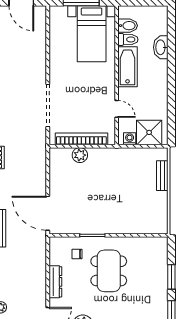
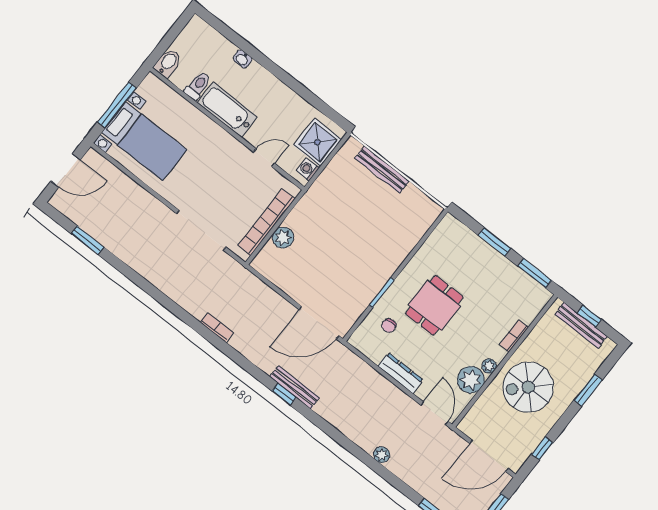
bidet: (128, 26) -> (168, 63), moved
bed with nightstands: (92, 34) -> (144, 141), moved
washbasin: (161, 47) -> (242, 59), width x0.52, depth x0.69
bench: (162, 176) -> (382, 170), width x1.36
dining table: (109, 271) -> (434, 305), width x0.73

